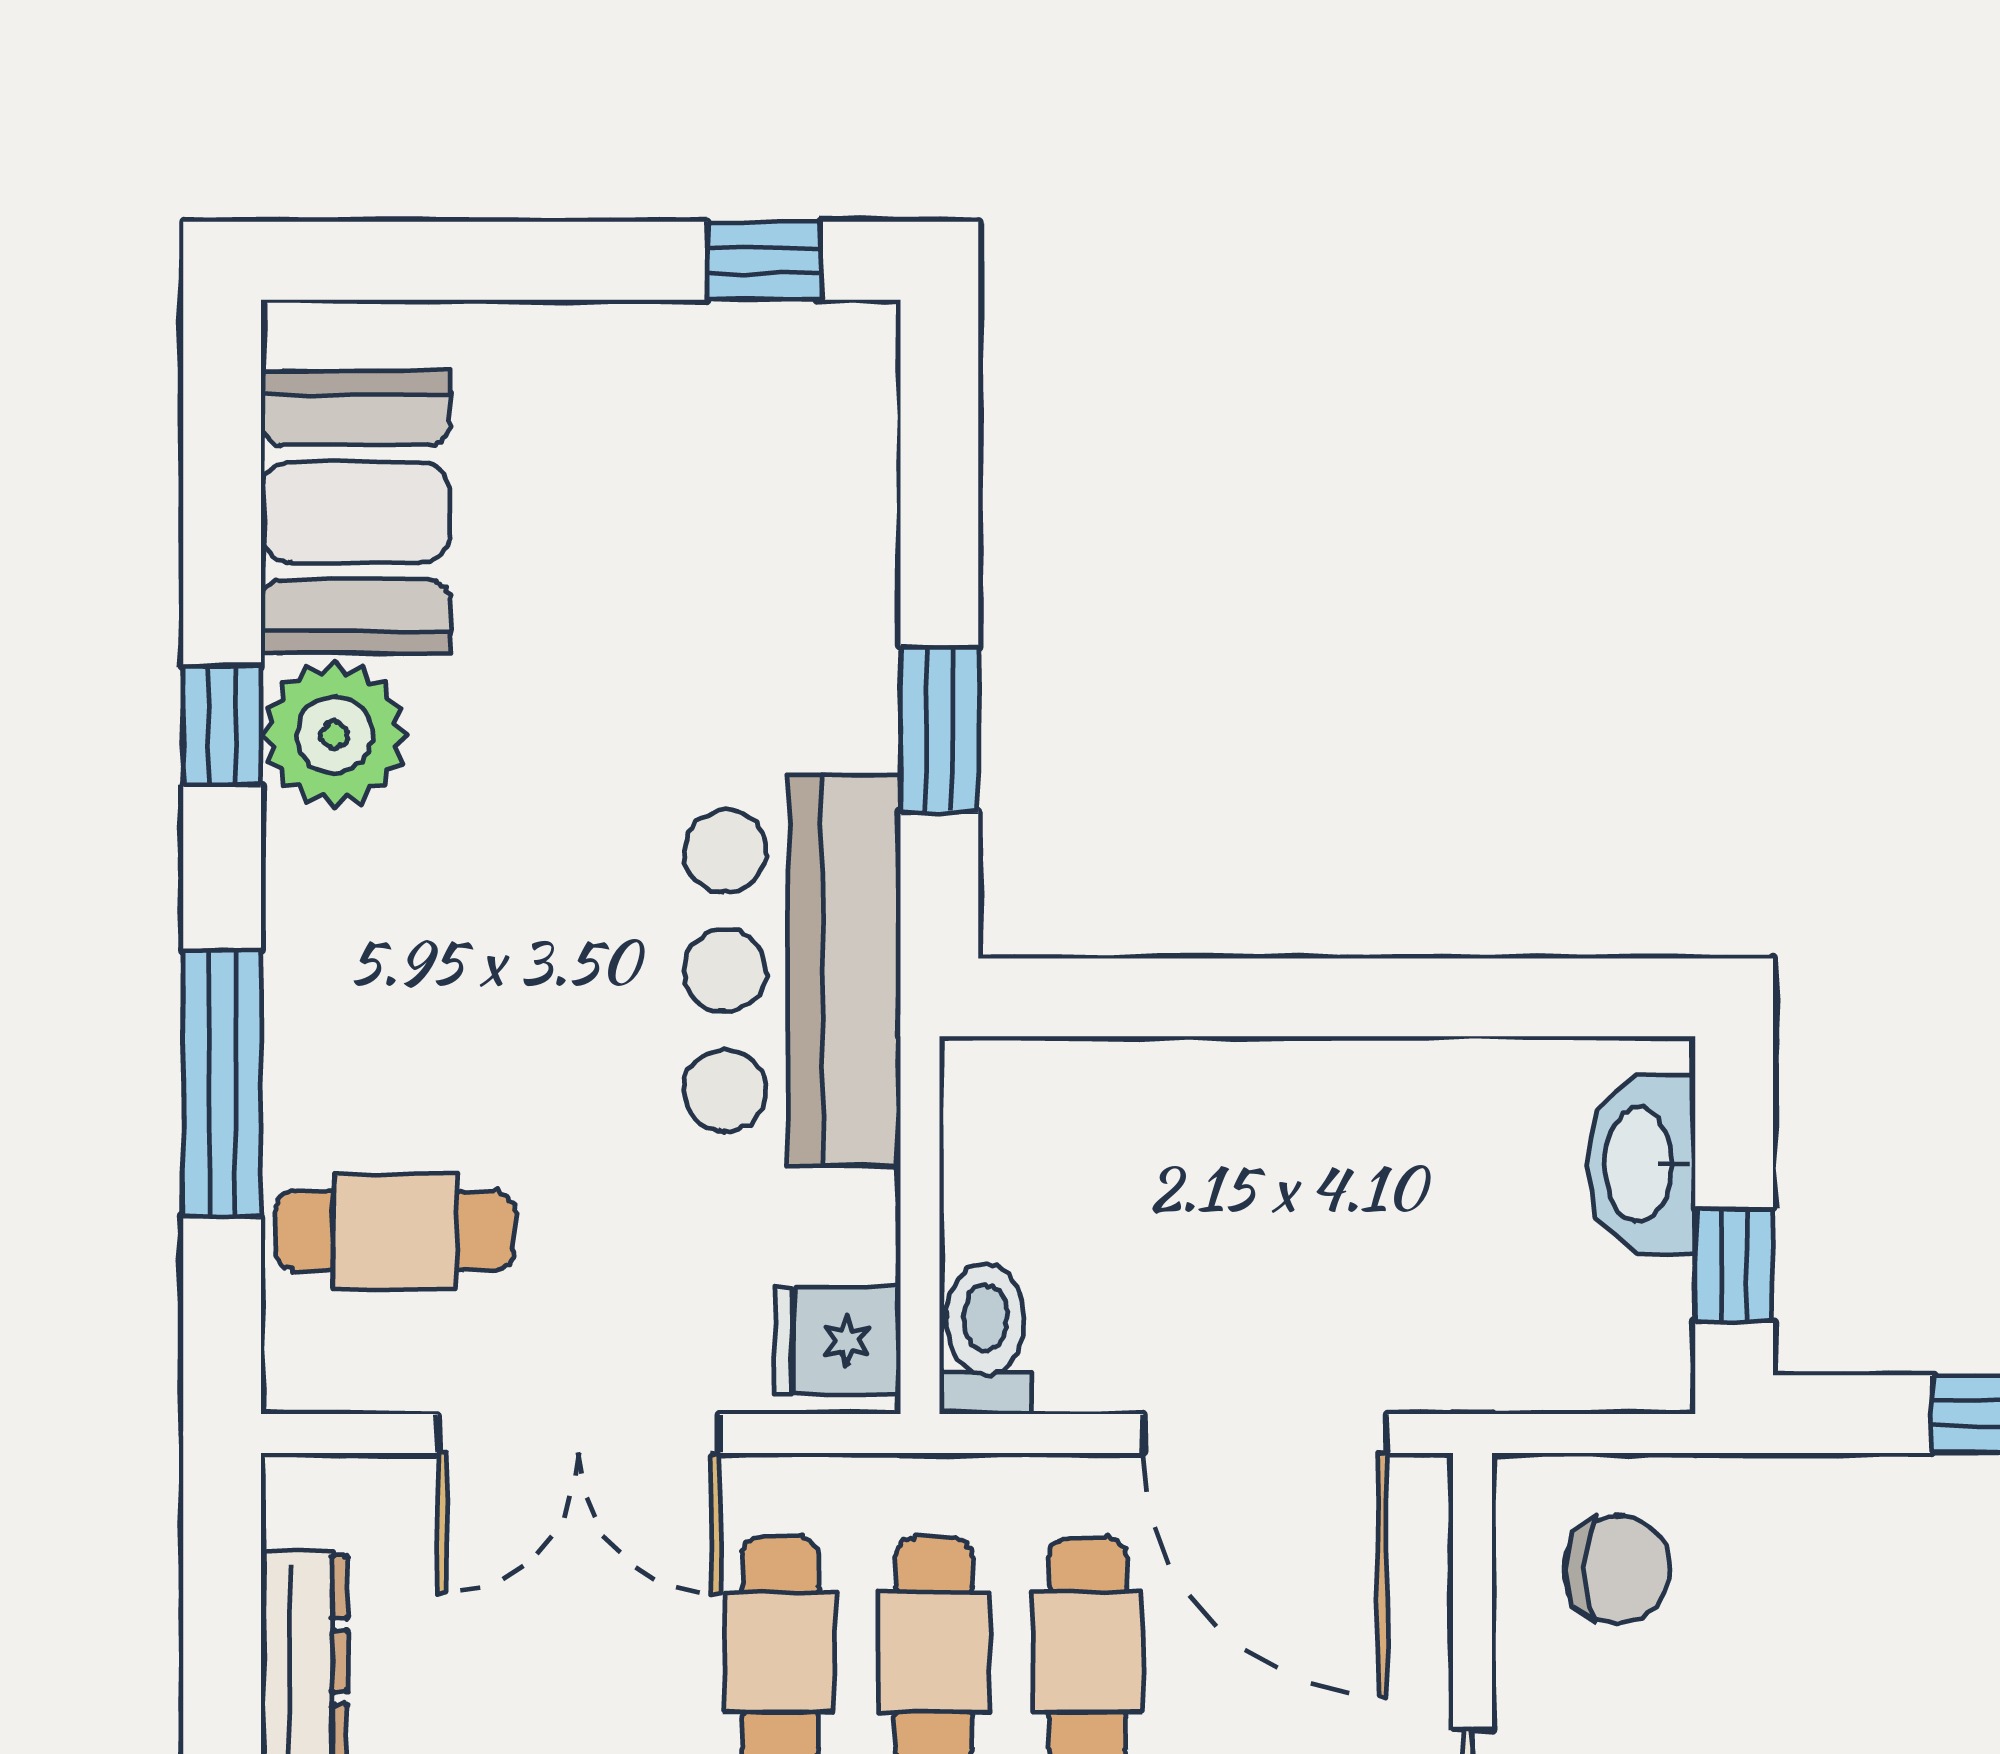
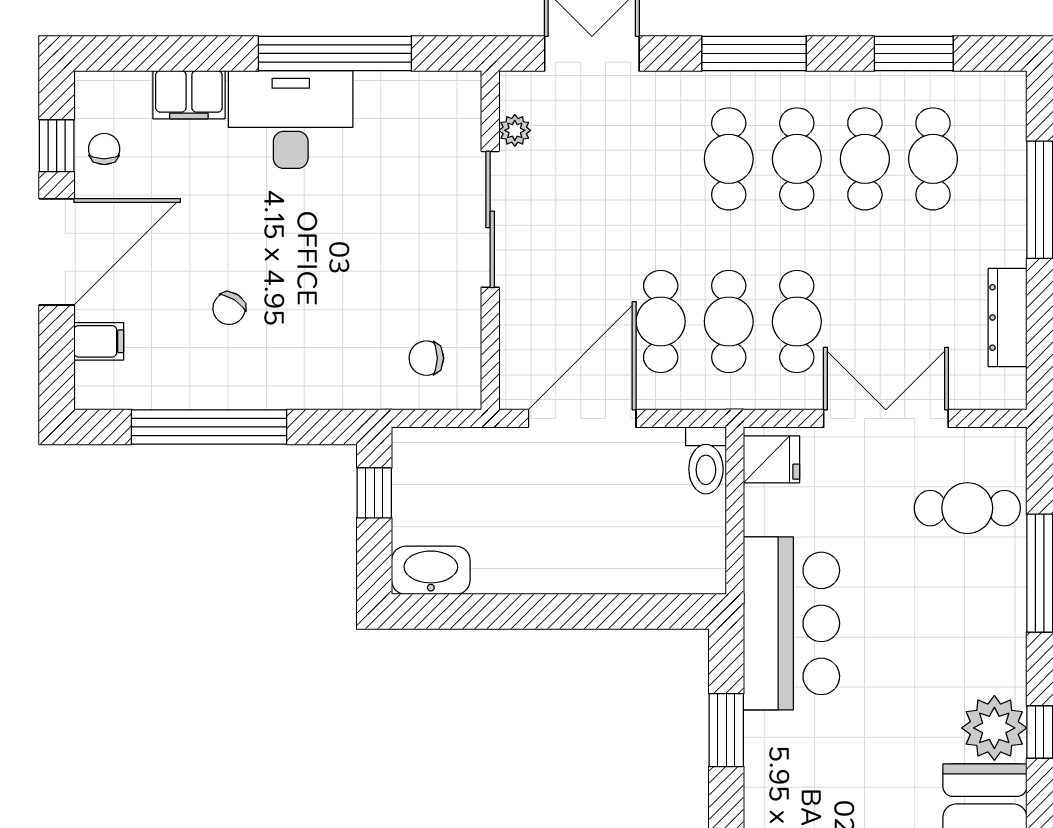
washbasin: (1641, 1164) -> (431, 570), moved, turned -90
door: (1265, 1434) -> (582, 418), hinge flipped
chair: (1617, 1569) -> (426, 358), width x0.73, depth x0.73

